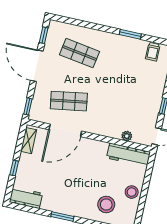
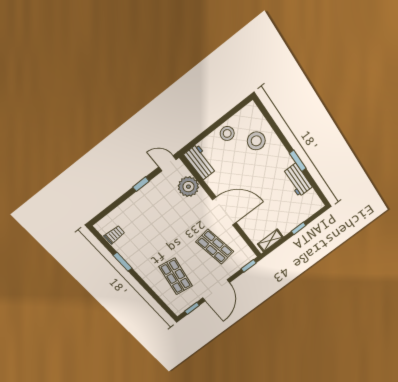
door: (65, 130) -> (224, 211), moved
plant: (127, 136) -> (188, 187), width x1.87, depth x1.87
workbench: (128, 155) -> (200, 162), width x0.73
workbench: (26, 198) -> (297, 180), moved

